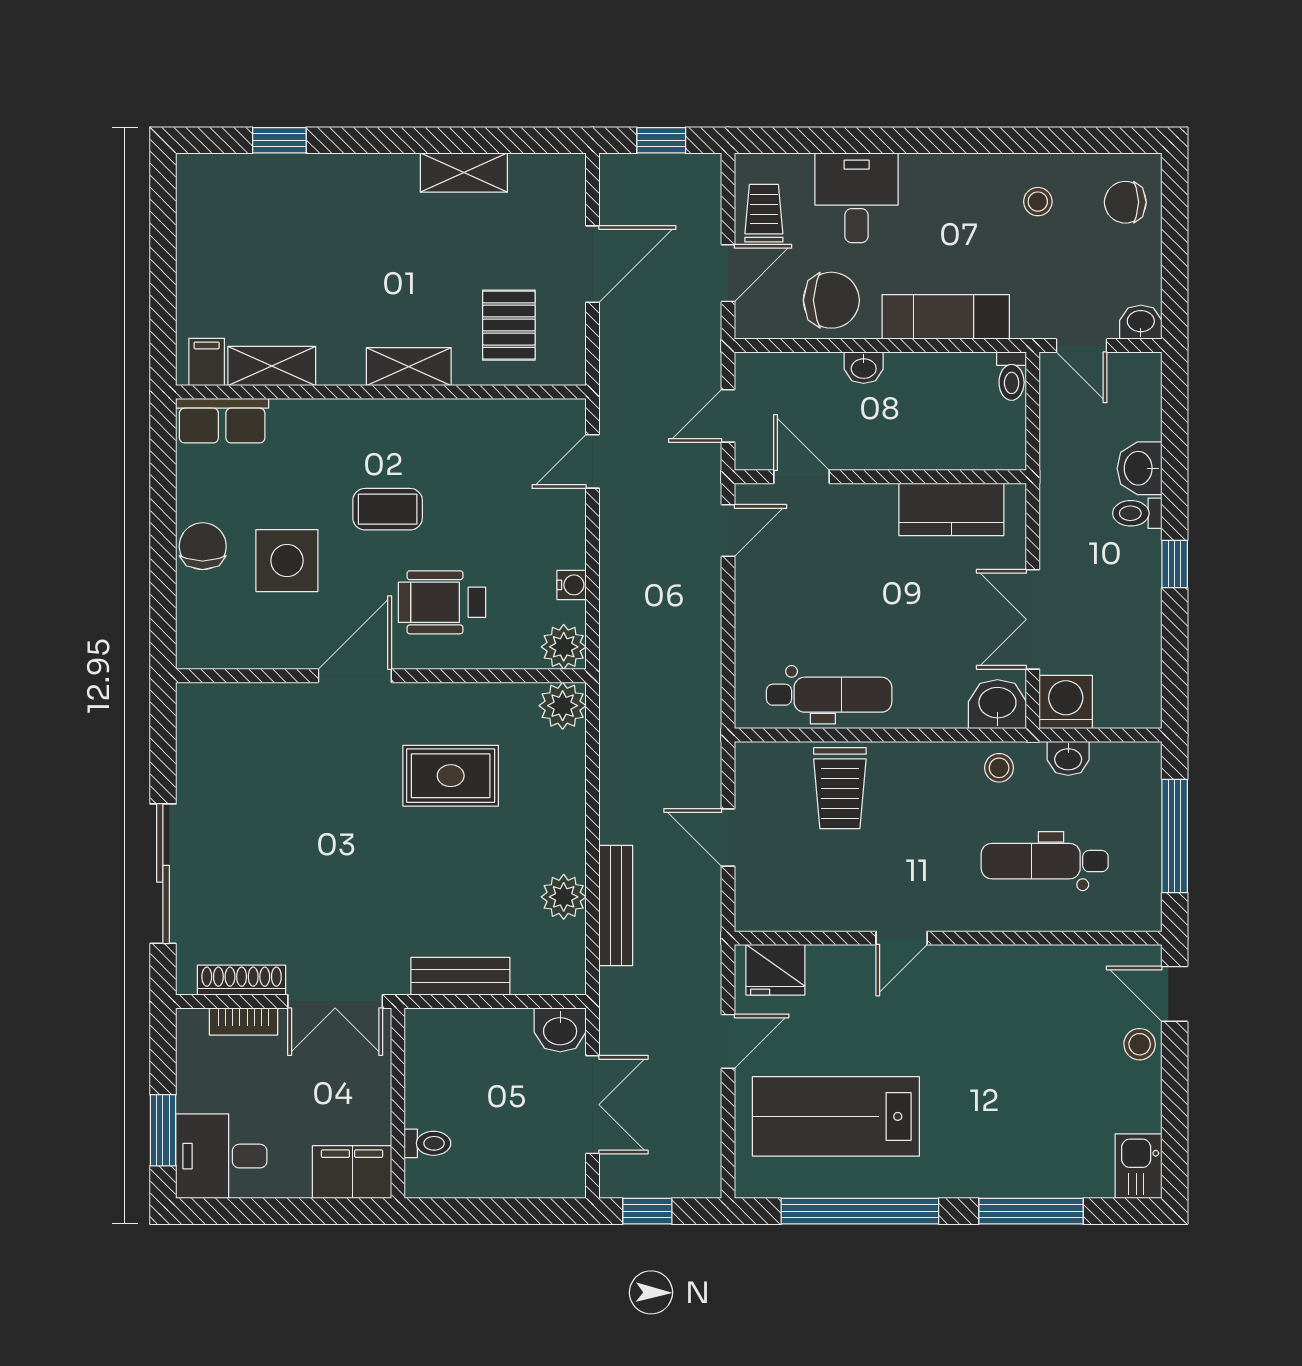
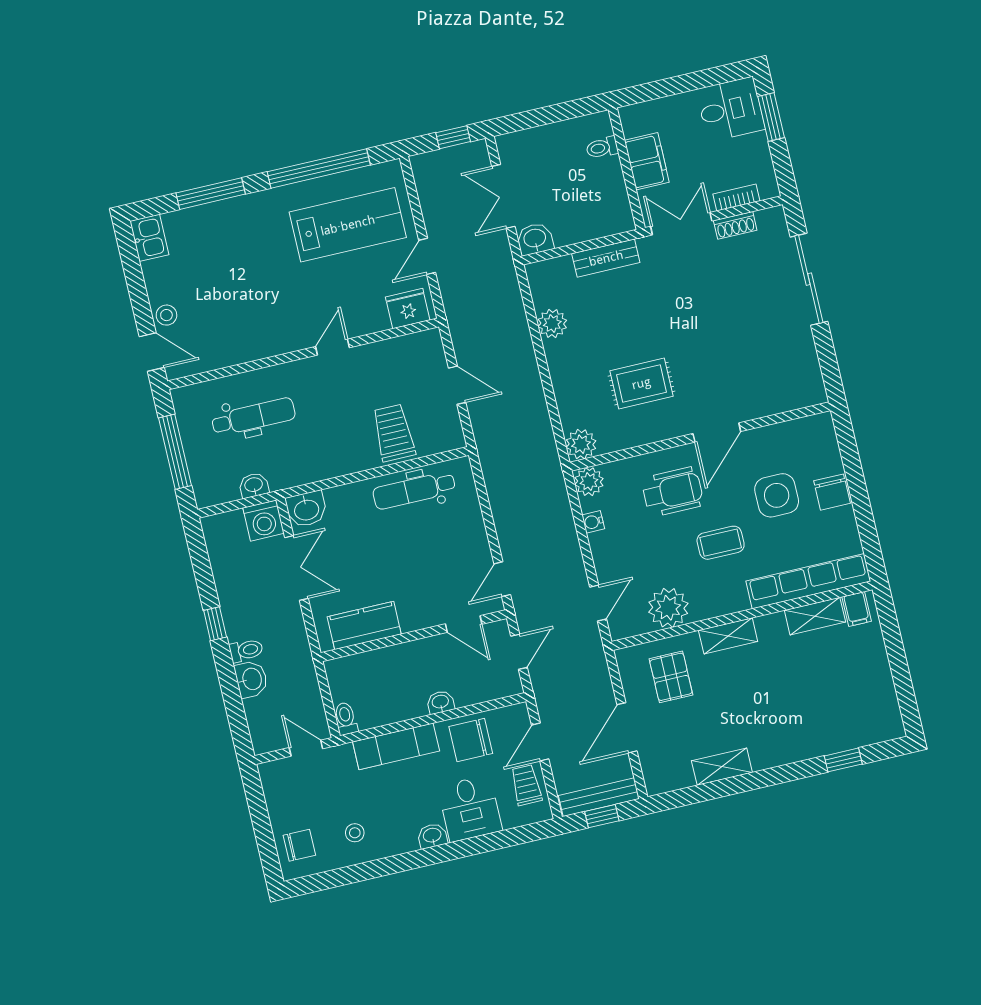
trolley: (764, 213) -> (526, 785), turned 180
washbasin: (1141, 322) -> (432, 836), moved, turned 180
row of seats: (222, 421) -> (808, 581), width x2.02
plant: (489, 430) -> (668, 608), added
stool: (999, 768) -> (296, 469), removed
bench: (616, 905) -> (599, 797), moved, turned 90
shoe rack: (242, 980) -> (735, 225), width x0.70
filing cabinet: (352, 1172) -> (647, 161), moved, turned -90

